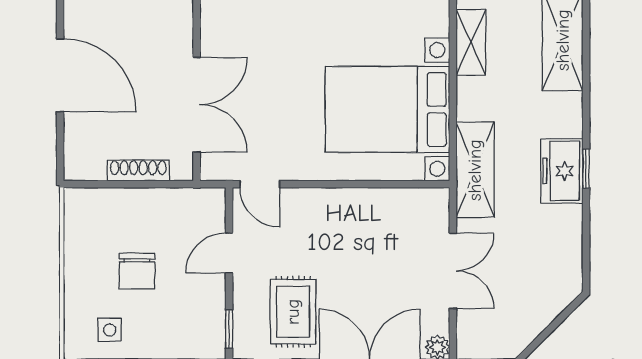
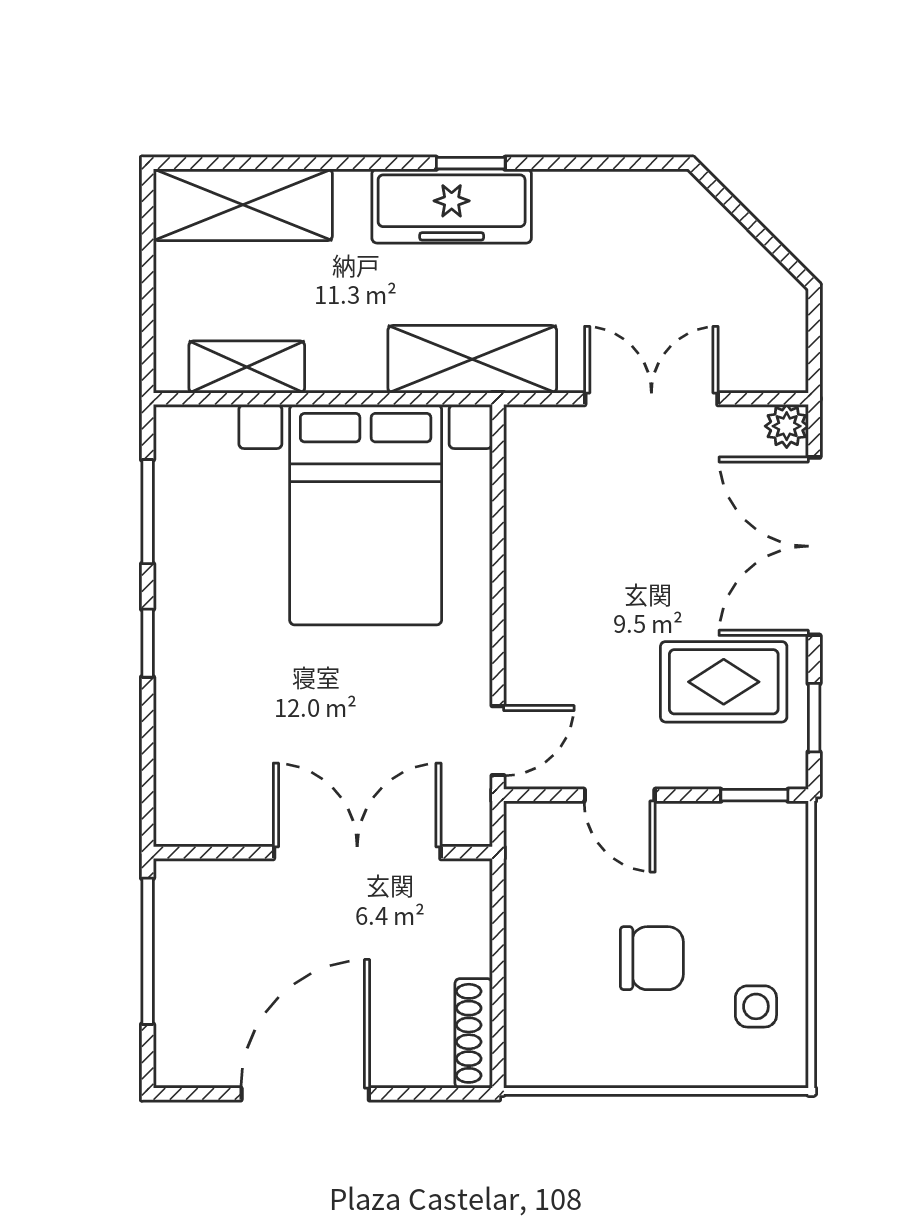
shoe rack: (138, 170) -> (474, 1033), moved
freezer: (562, 171) -> (452, 206), width x1.40

